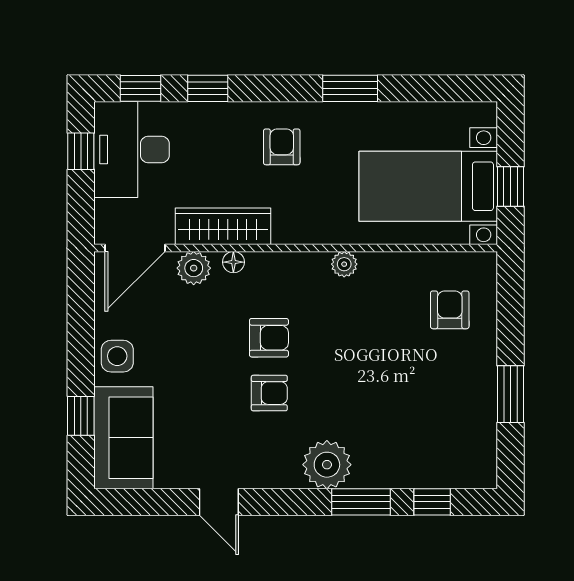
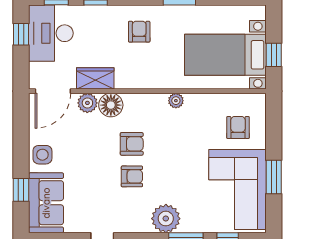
wardrobe: (223, 226) -> (95, 78), width x0.67
floor lamp: (233, 262) -> (111, 105), width x1.89, depth x1.89
corner sofa: (449, 415) -> (237, 190), added

